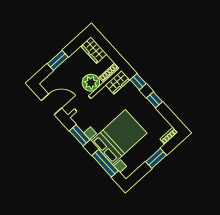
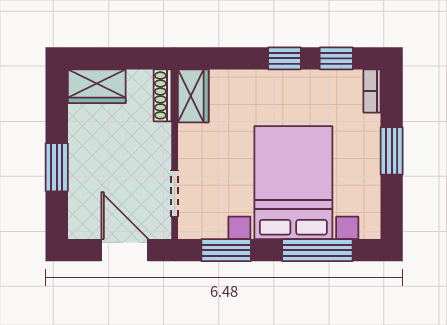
window: (138, 82) -> (336, 58), moved
plant: (91, 83) -> (151, 144), removed
door: (51, 104) -> (125, 250), hinge flipped

